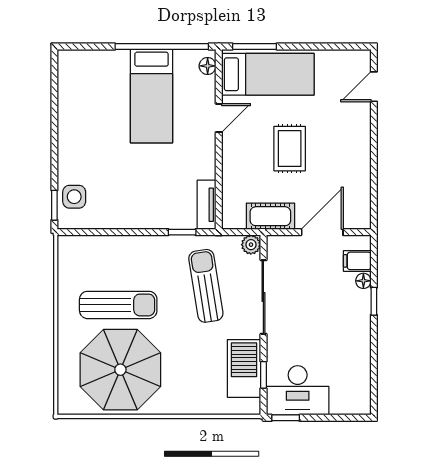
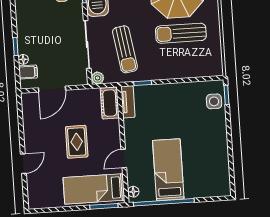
door: (374, 87) -> (23, 164), moved
cot: (270, 216) -> (110, 103), moved, turned 90

